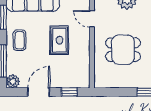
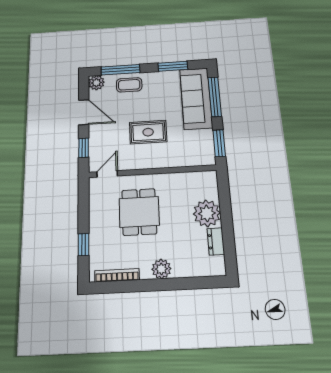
door: (92, 19) -> (107, 174), moved
coffee table: (20, 40) -> (129, 85), moved

